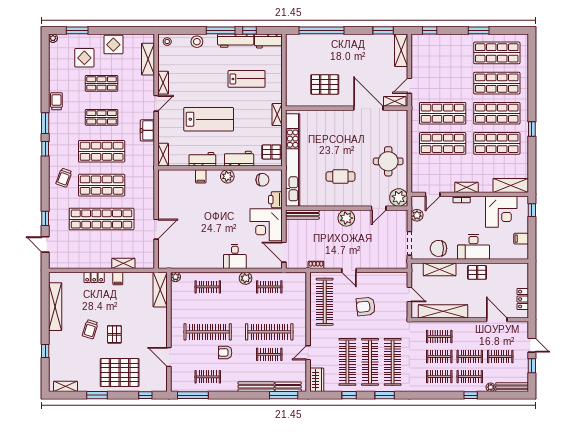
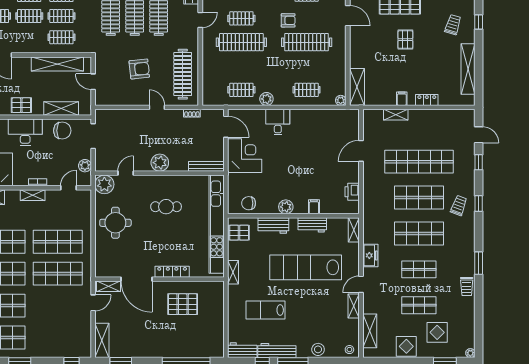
locker: (335, 115) -> (172, 272), added
lab bench: (209, 119) -> (306, 267), width x1.36
window: (45, 149) -> (479, 204), moved
printer: (275, 200) -> (352, 192), moved, turned 180
trolley: (90, 329) -> (453, 25), moved

